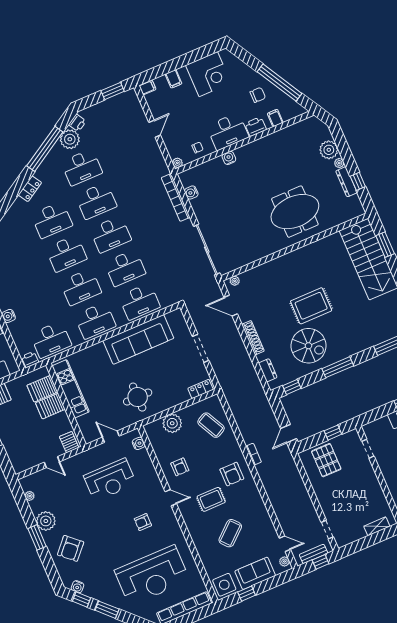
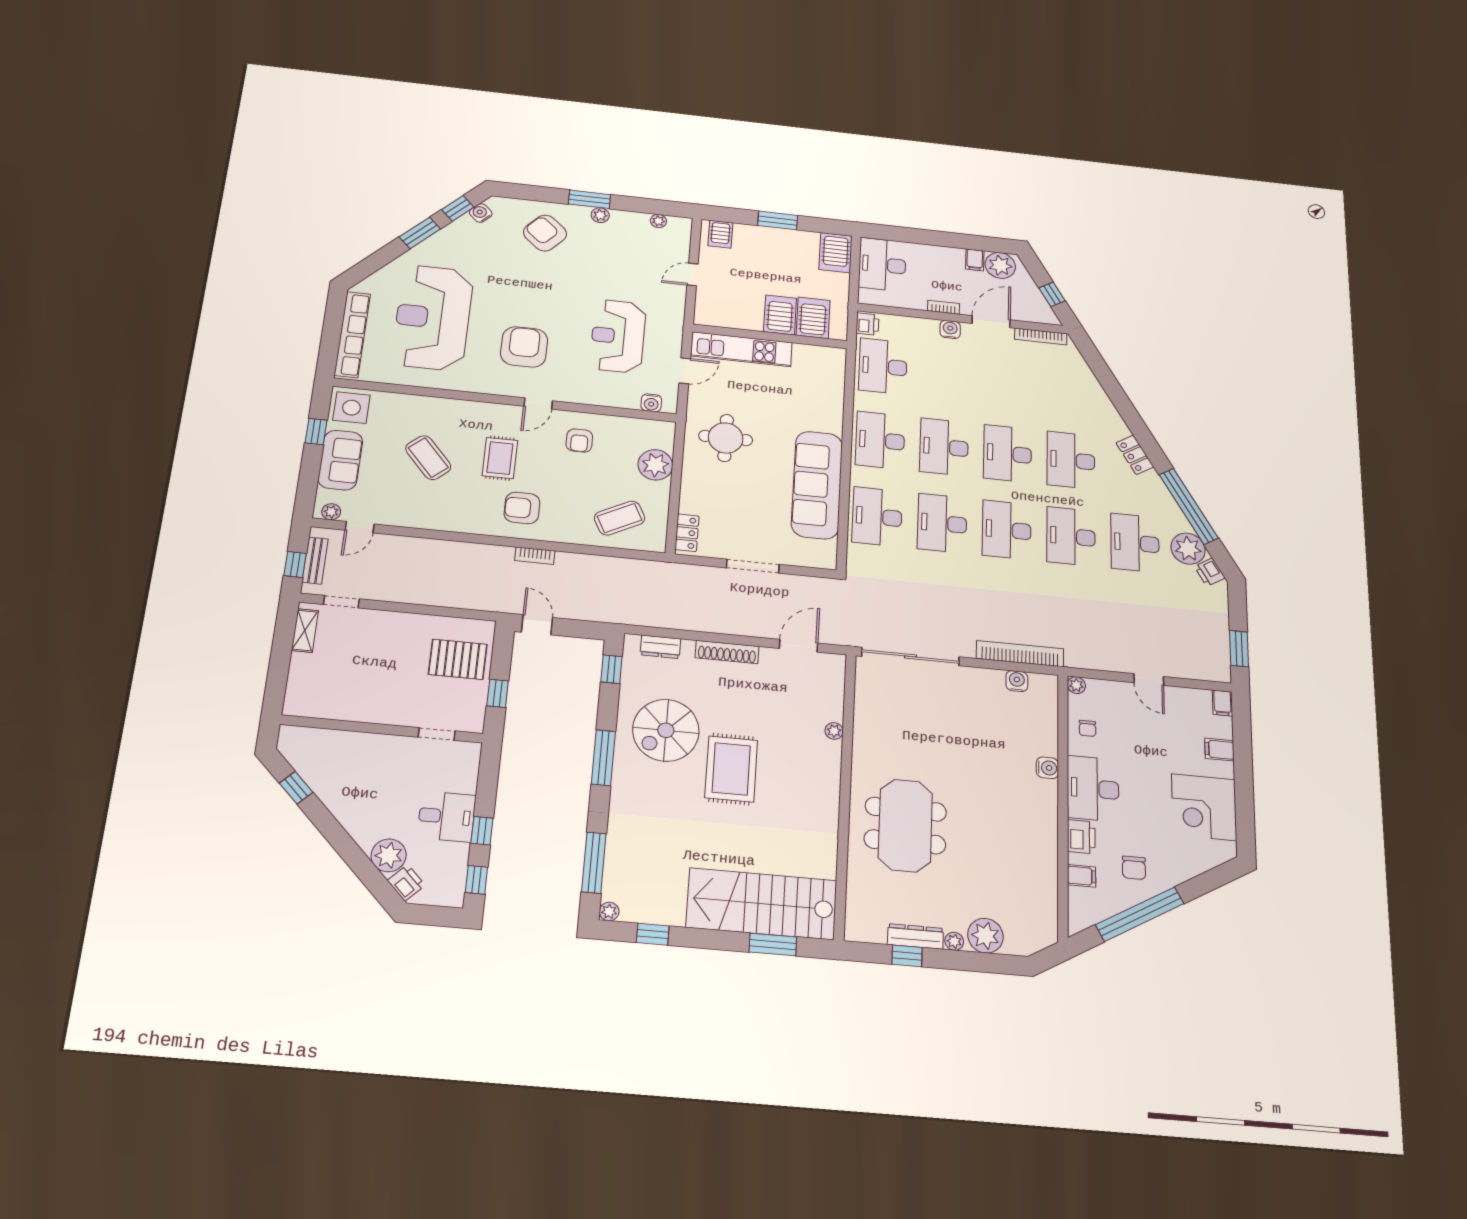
plant: (235, 281) -> (834, 731), moved
kitchen unit: (71, 389) -> (741, 349), moved
server rack: (69, 442) -> (720, 234), moved, turned 90
armchair: (180, 467) -> (579, 441), turned -90
plant: (46, 521) -> (600, 215), width x0.53, depth x0.53
armchair: (143, 522) -> (524, 347), width x1.88, depth x1.88
shelving: (377, 526) -> (305, 630), moved

